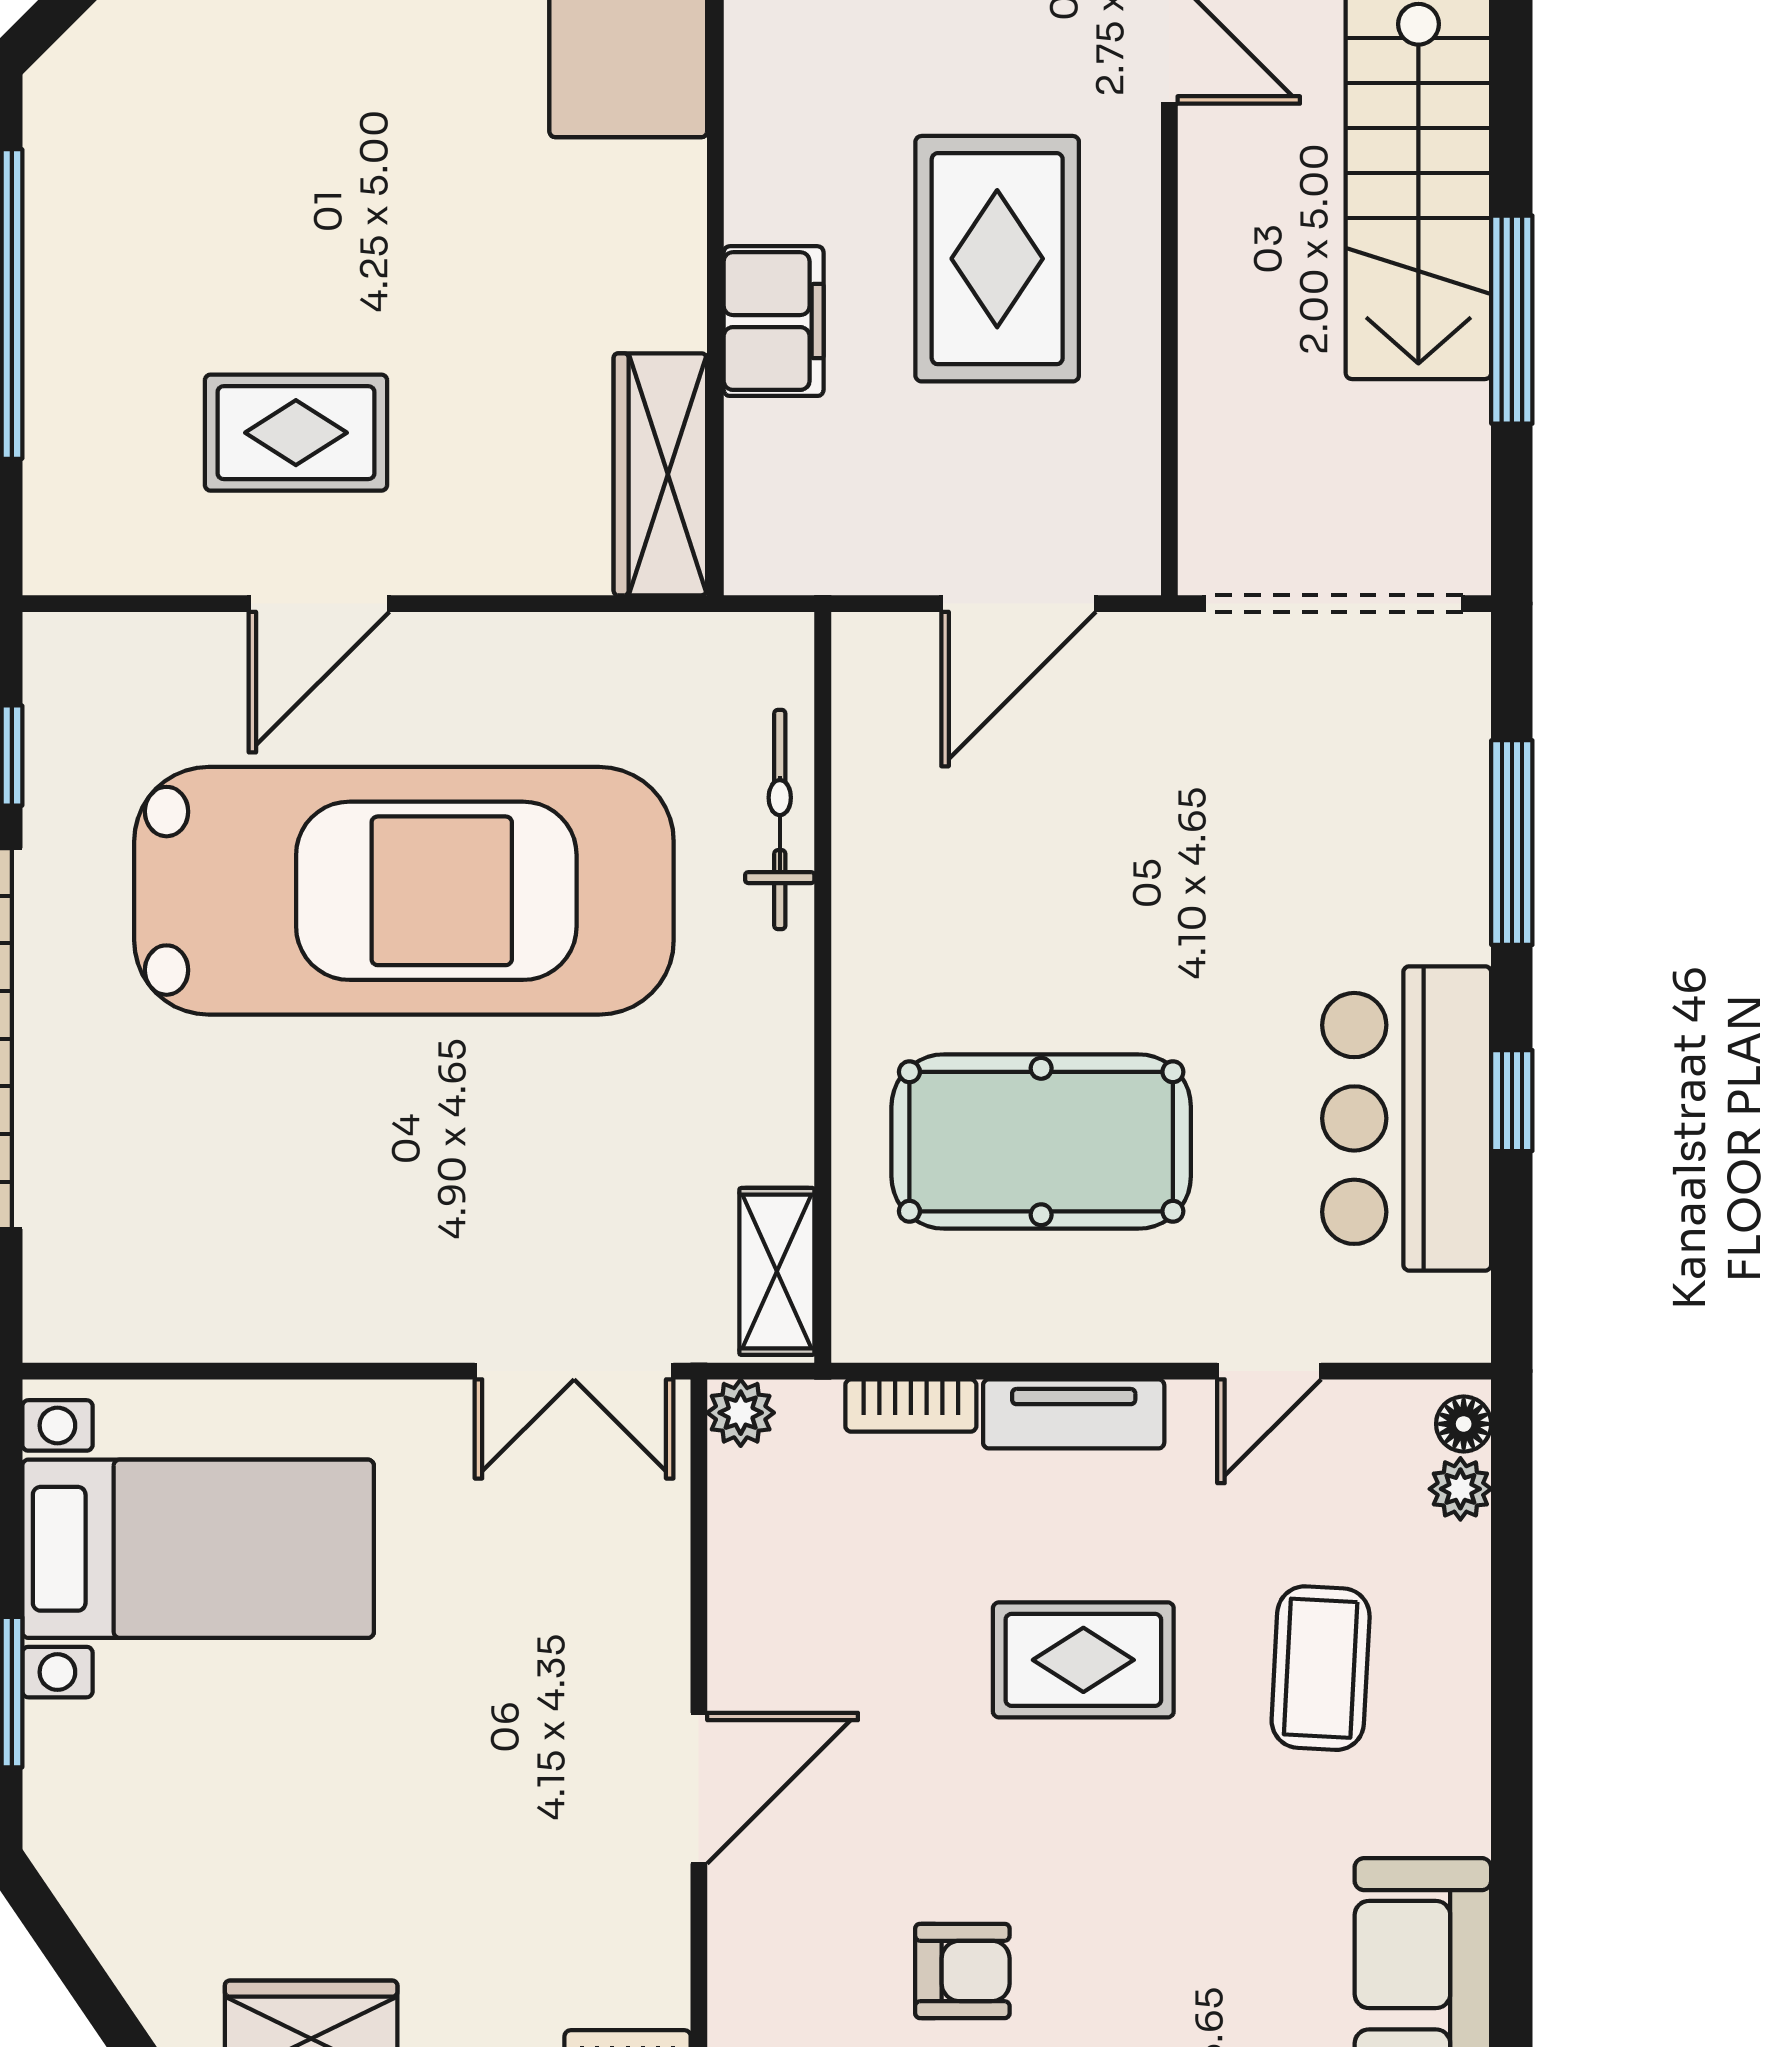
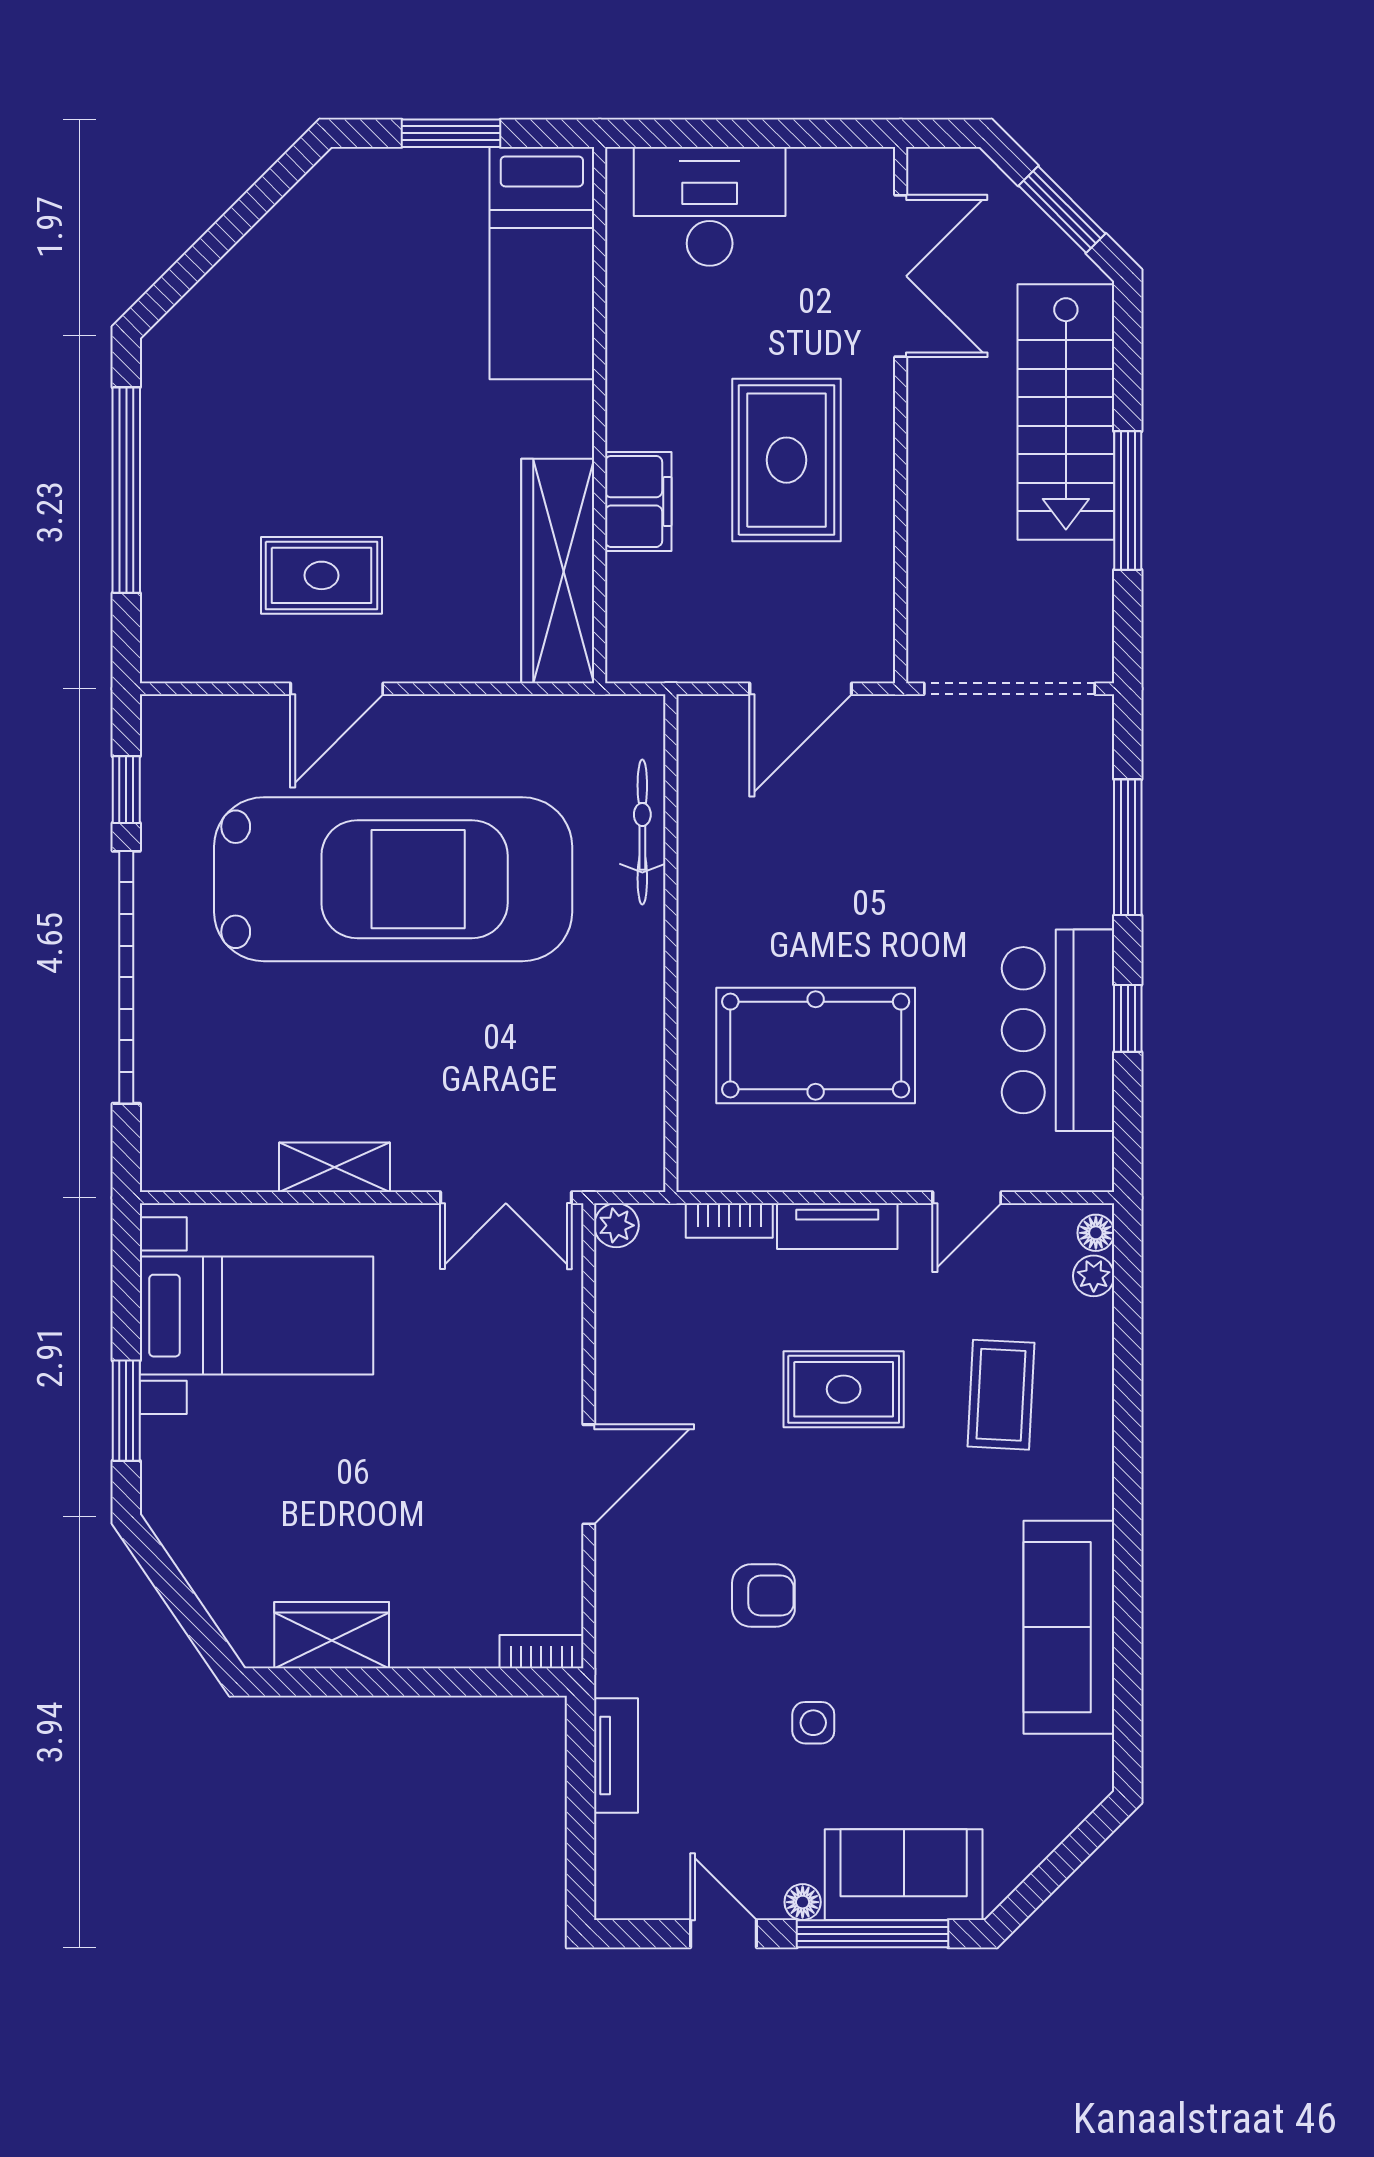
wardrobe: (660, 474) -> (558, 571), width x1.40, depth x1.17
shelving: (777, 1271) -> (334, 1167), moved, turned 90

